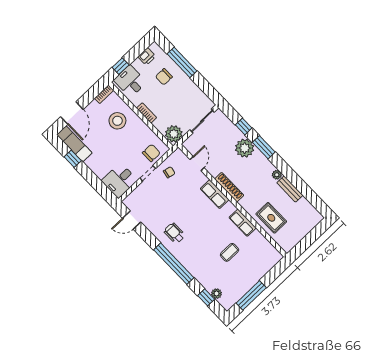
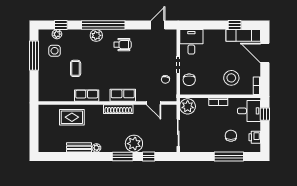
plant: (187, 261) -> (96, 35), added
side table: (232, 283) -> (55, 51), added

